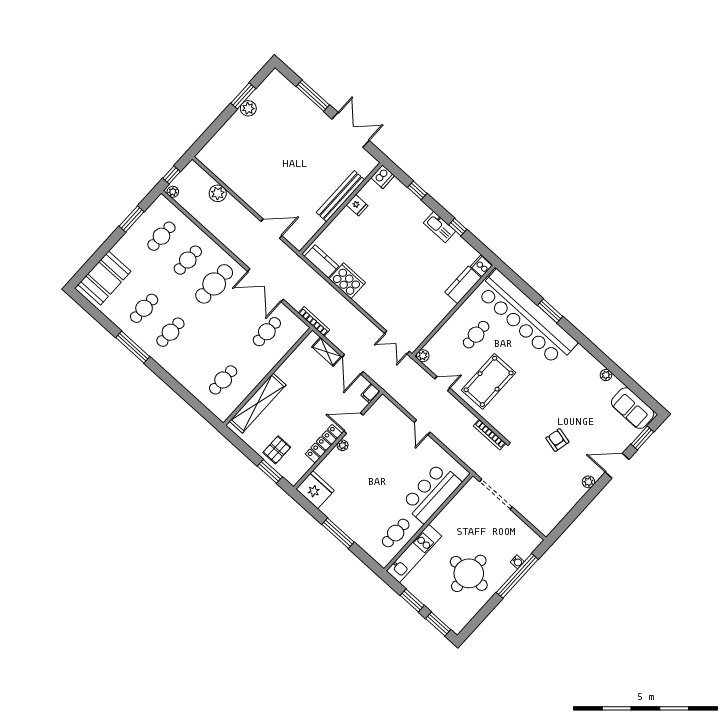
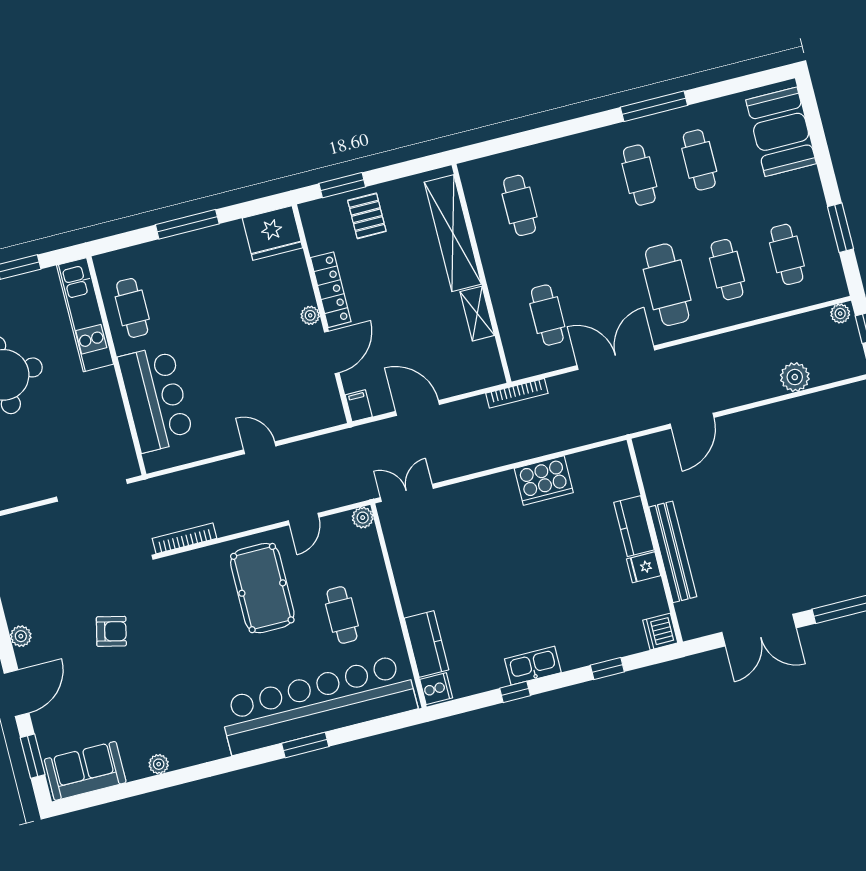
kitchen counter: (322, 261) -> (634, 526), moved, turned 90
shelving: (327, 352) -> (477, 314), moved, turned 90

